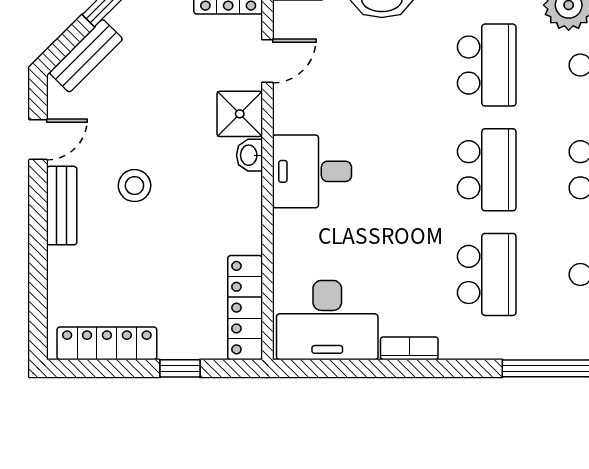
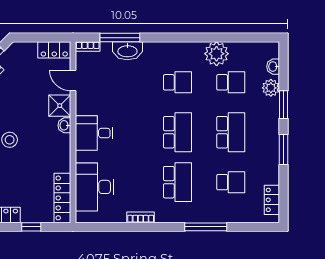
door: (267, 61) -> (73, 80), swing flipped
school desk: (487, 65) -> (177, 82), width x0.54
desk: (327, 320) -> (94, 187), moved, turned 90

